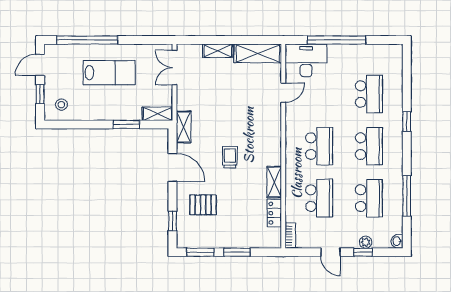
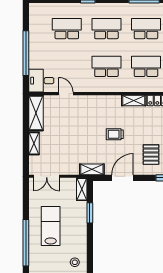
desk: (306, 60) -> (41, 81), width x0.73

